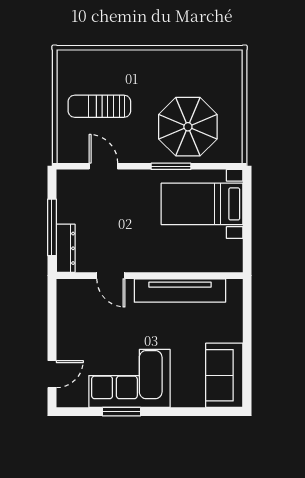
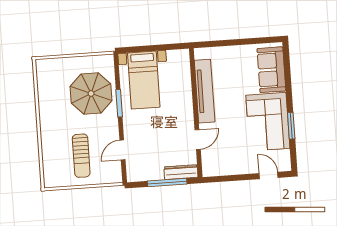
sofa: (224, 375) -> (271, 70), moved, turned 90

